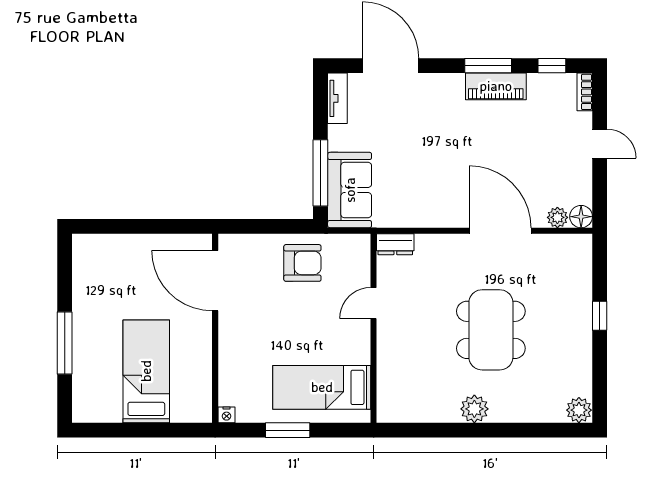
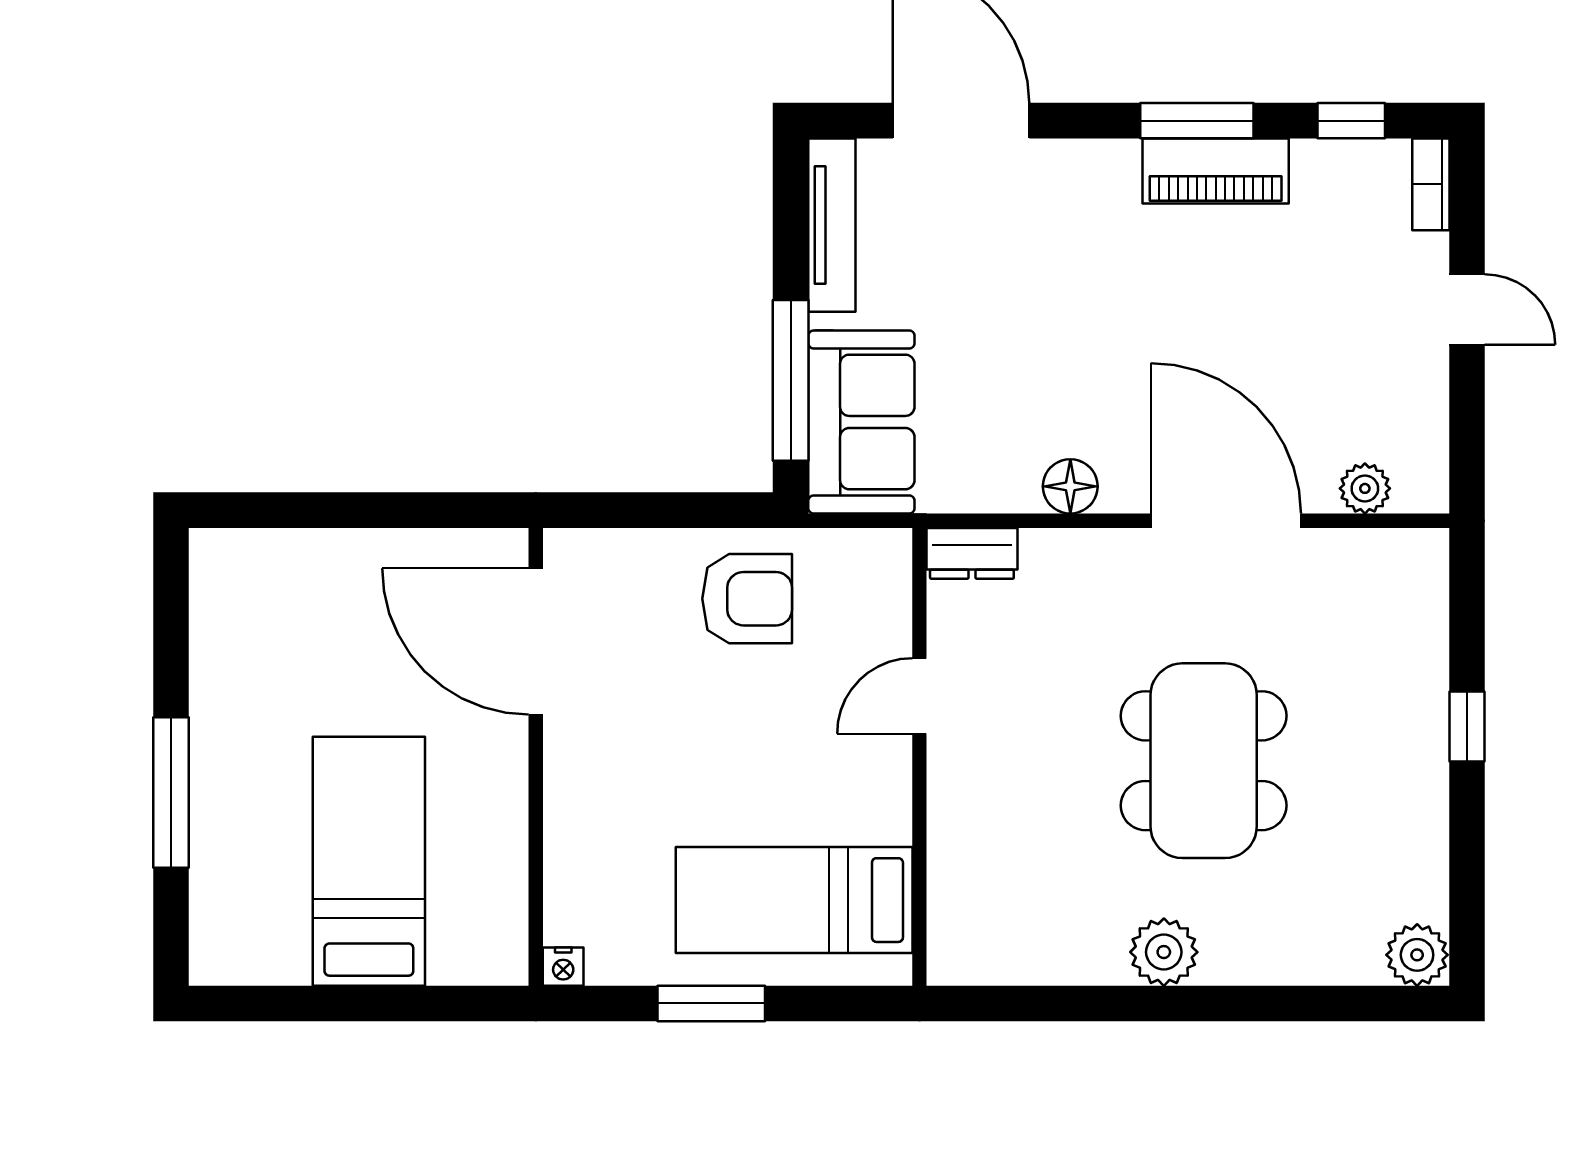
tv unit: (337, 98) -> (832, 225), width x1.41
floor lamp: (581, 217) -> (1070, 486), moved

